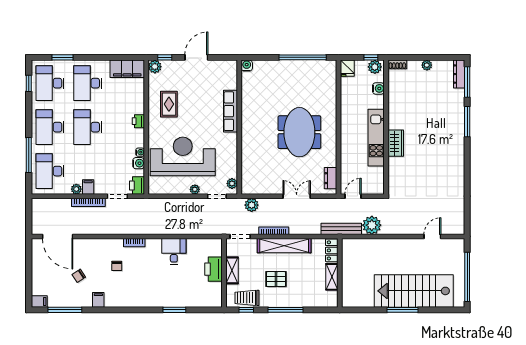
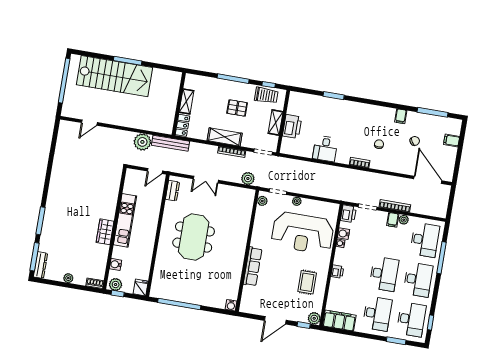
wardrobe: (396, 143) -> (105, 232), moved
shelving: (284, 246) -> (225, 137), width x0.68
filing cabinet: (39, 301) -> (452, 140), moved

